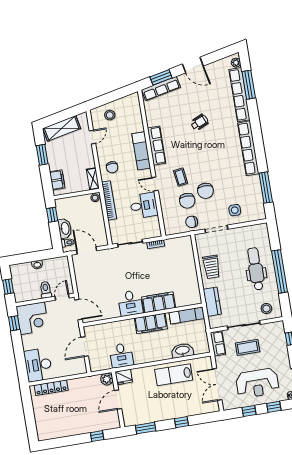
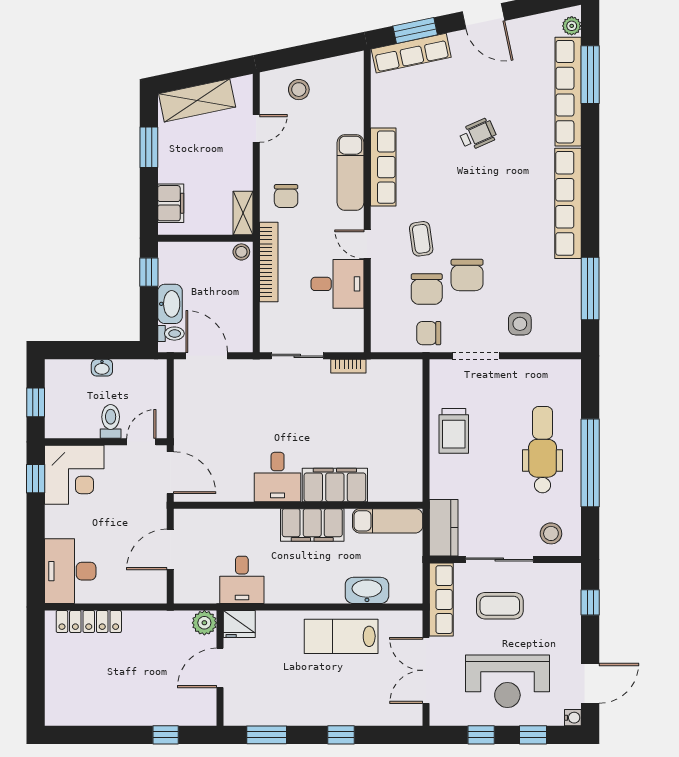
kitchen counter: (212, 302) -> (444, 528), moved
row of seats: (218, 343) -> (441, 600), width x1.48

